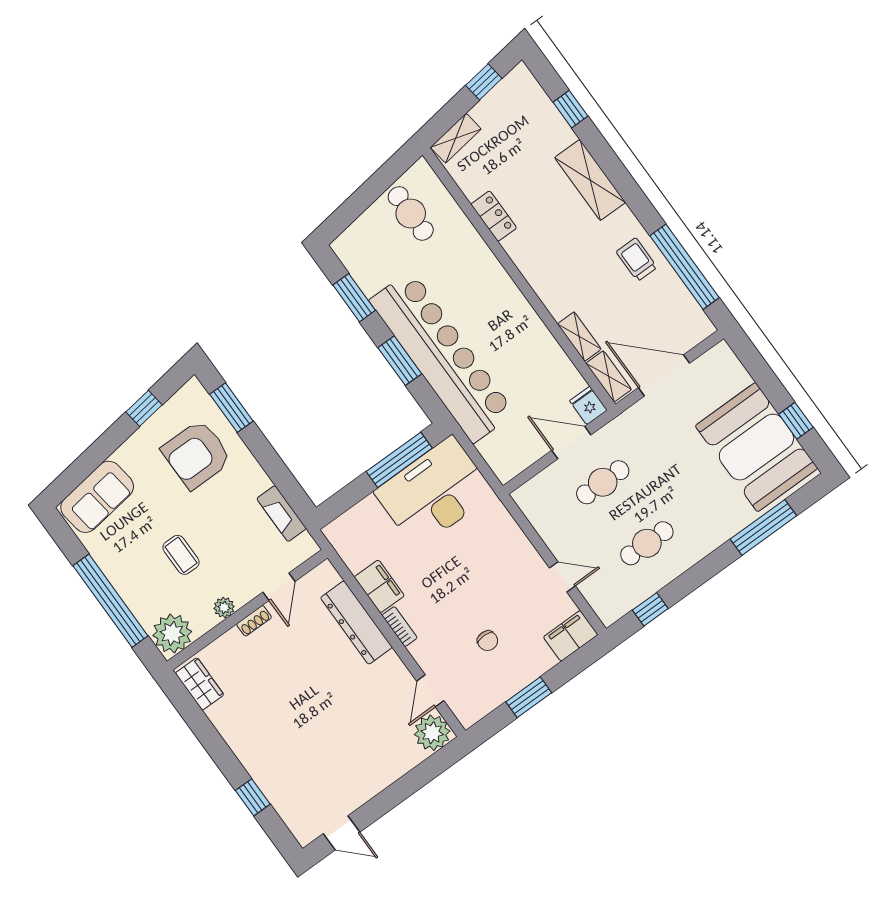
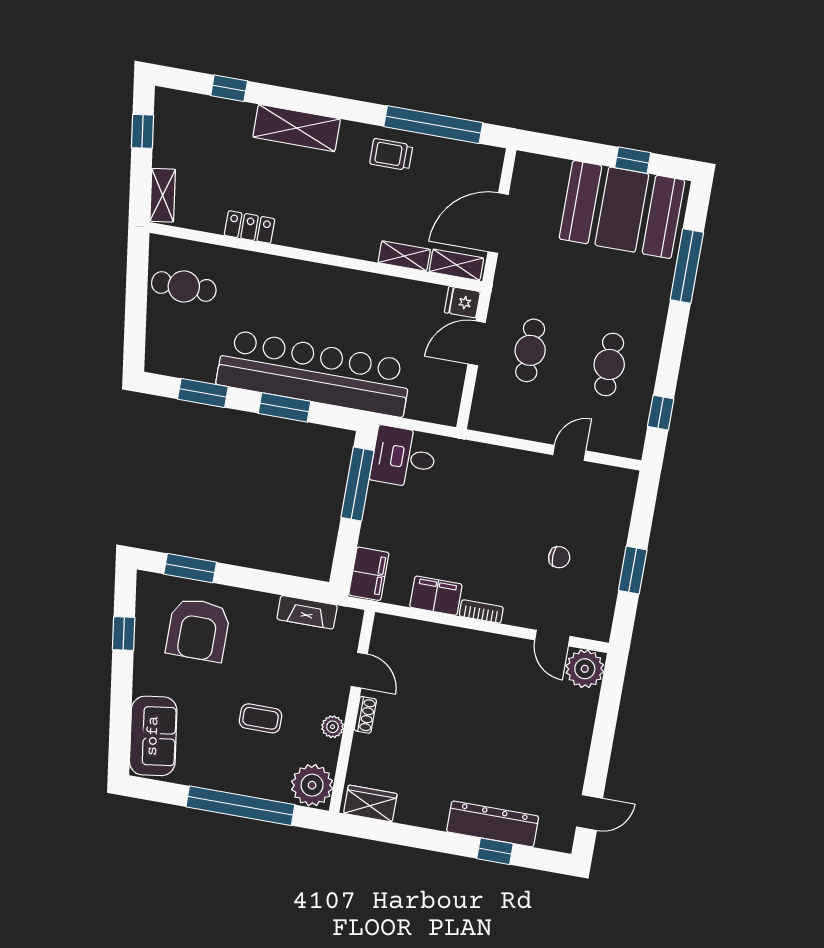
desk: (434, 493) -> (404, 457), width x0.53, depth x0.77
dresser: (356, 623) -> (493, 824), moved, turned 180
filing cabinet: (571, 636) -> (369, 574), moved, turned 180

